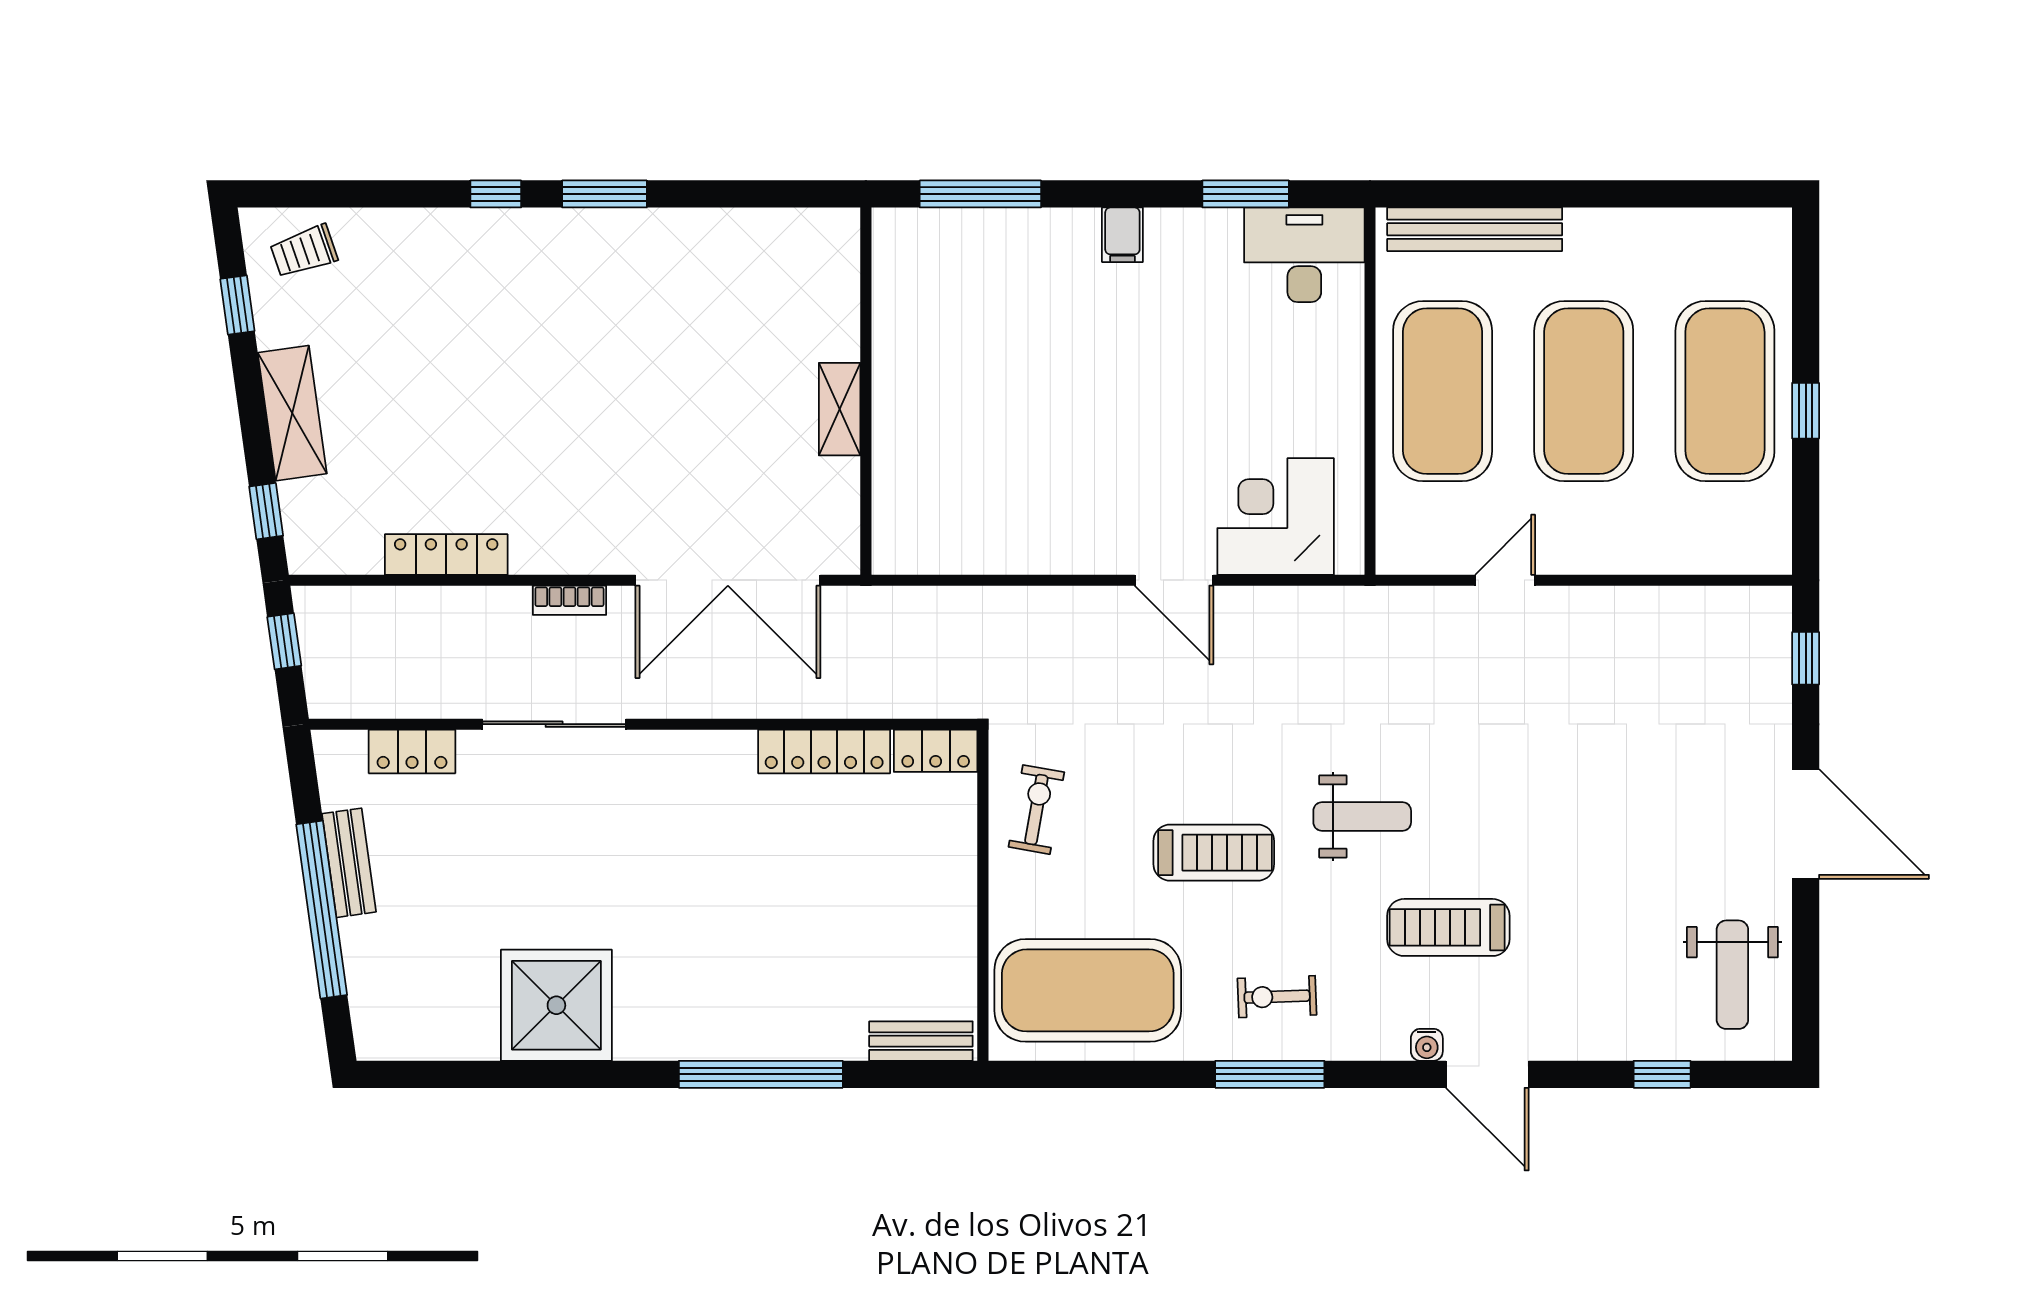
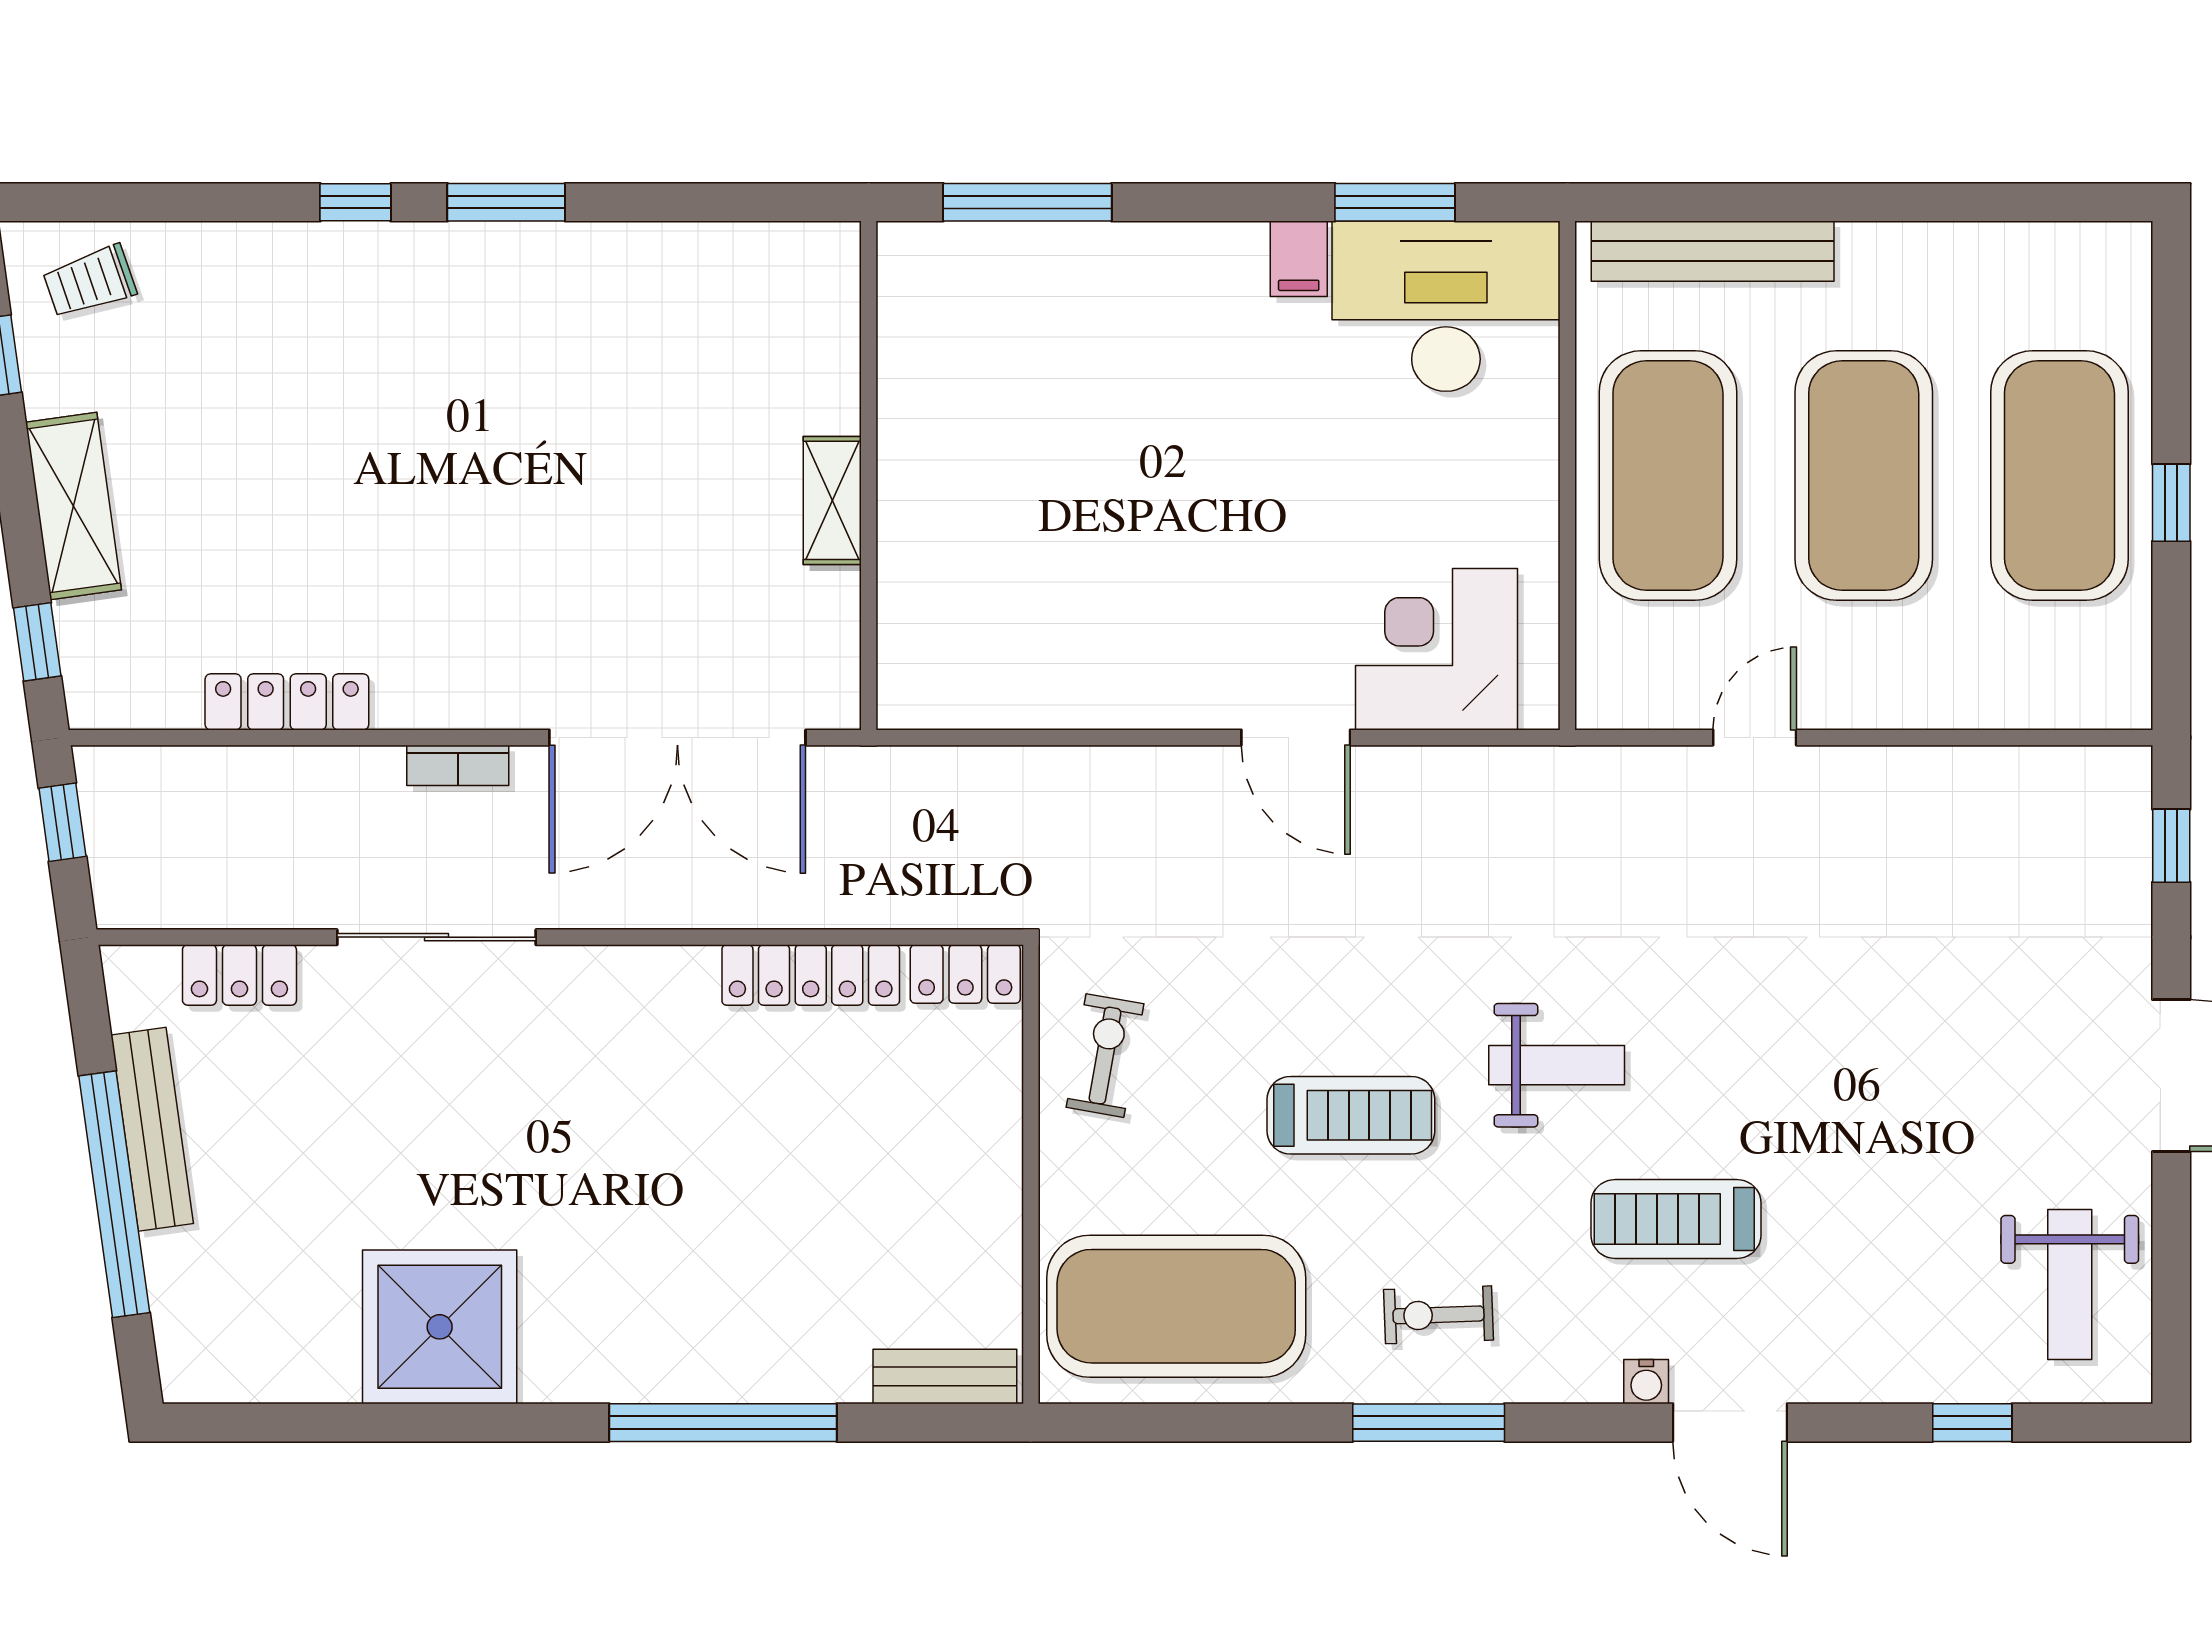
filing cabinet: (1122, 235) -> (1299, 259), moved
desk: (1304, 255) -> (1446, 306), width x1.36, depth x1.30
bench: (349, 863) -> (152, 1129), width x1.36

